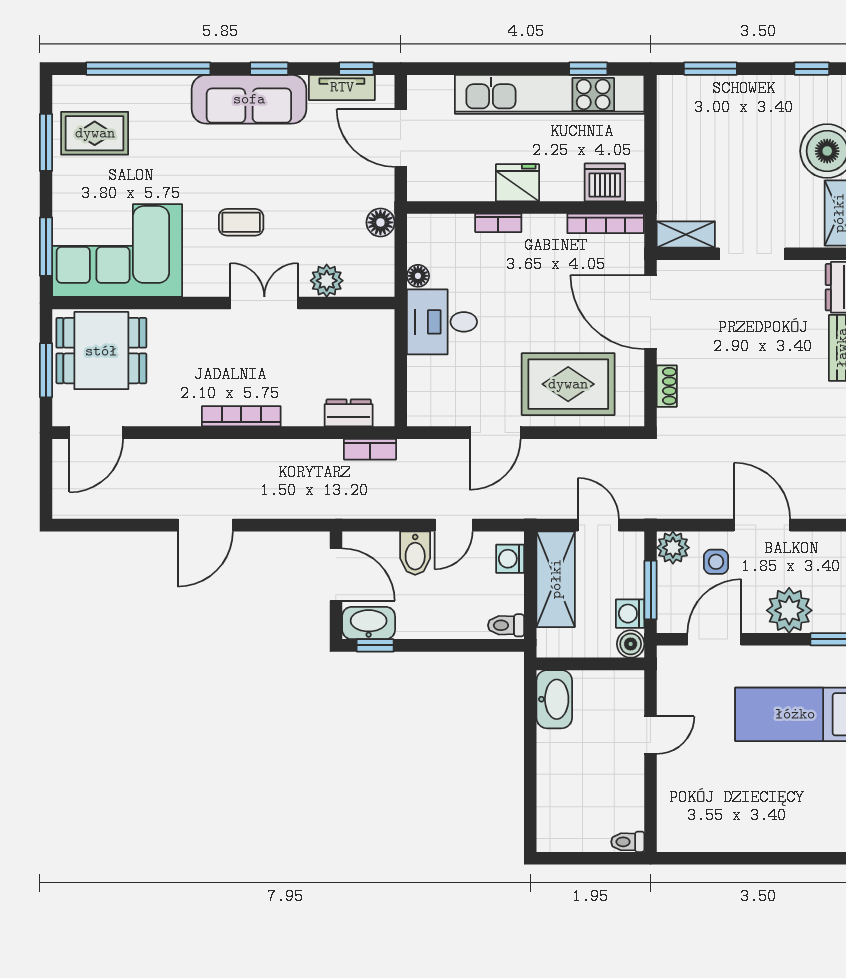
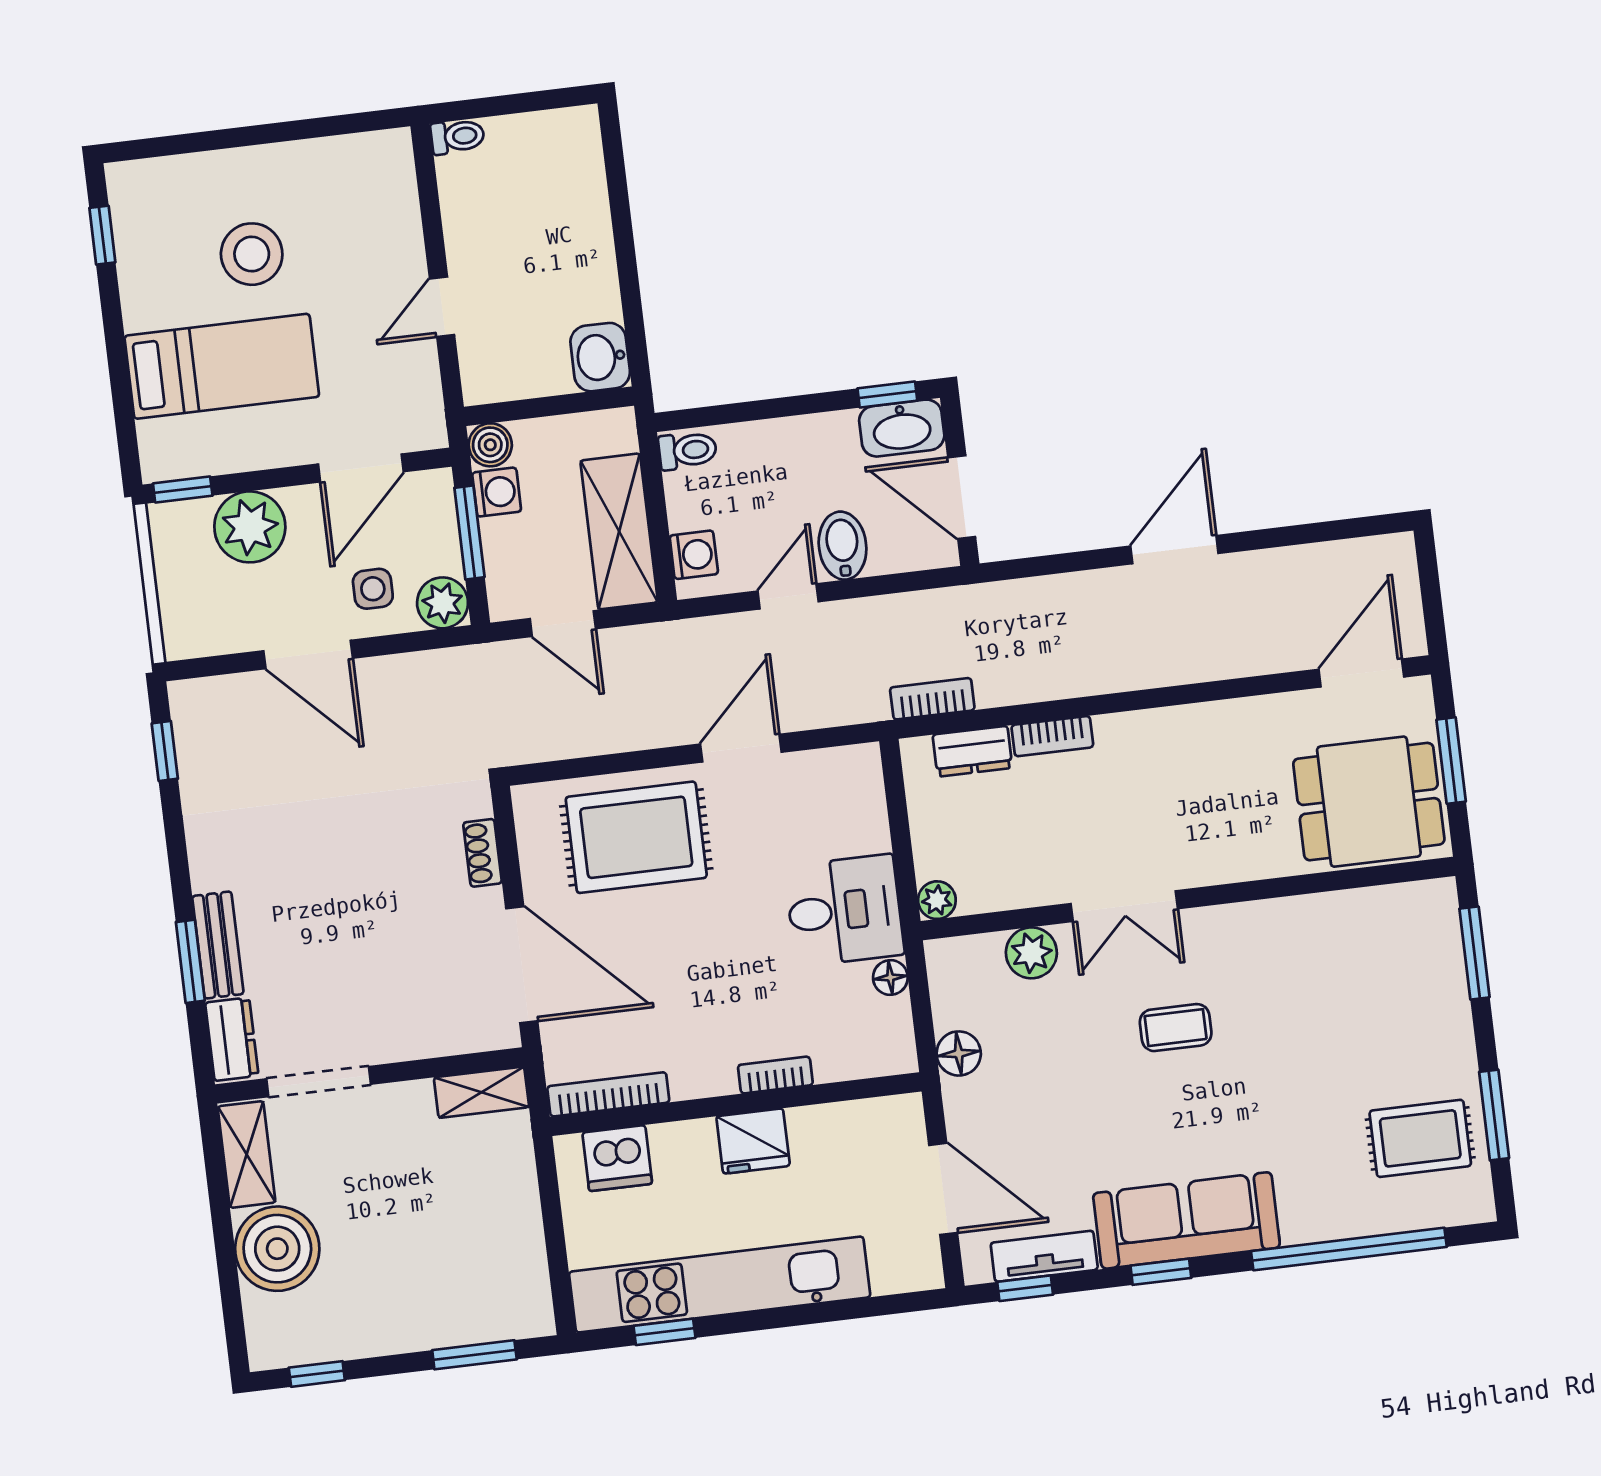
corner sofa: (117, 251) -> (1363, 960), removed
doorway: (752, 254) -> (319, 1082), moved
plant: (383, 321) -> (937, 900), added
bookcase: (241, 416) -> (1052, 736), moved, width x0.64
washbasin: (554, 699) -> (600, 357), width x0.72
stool: (767, 783) -> (252, 254), added

